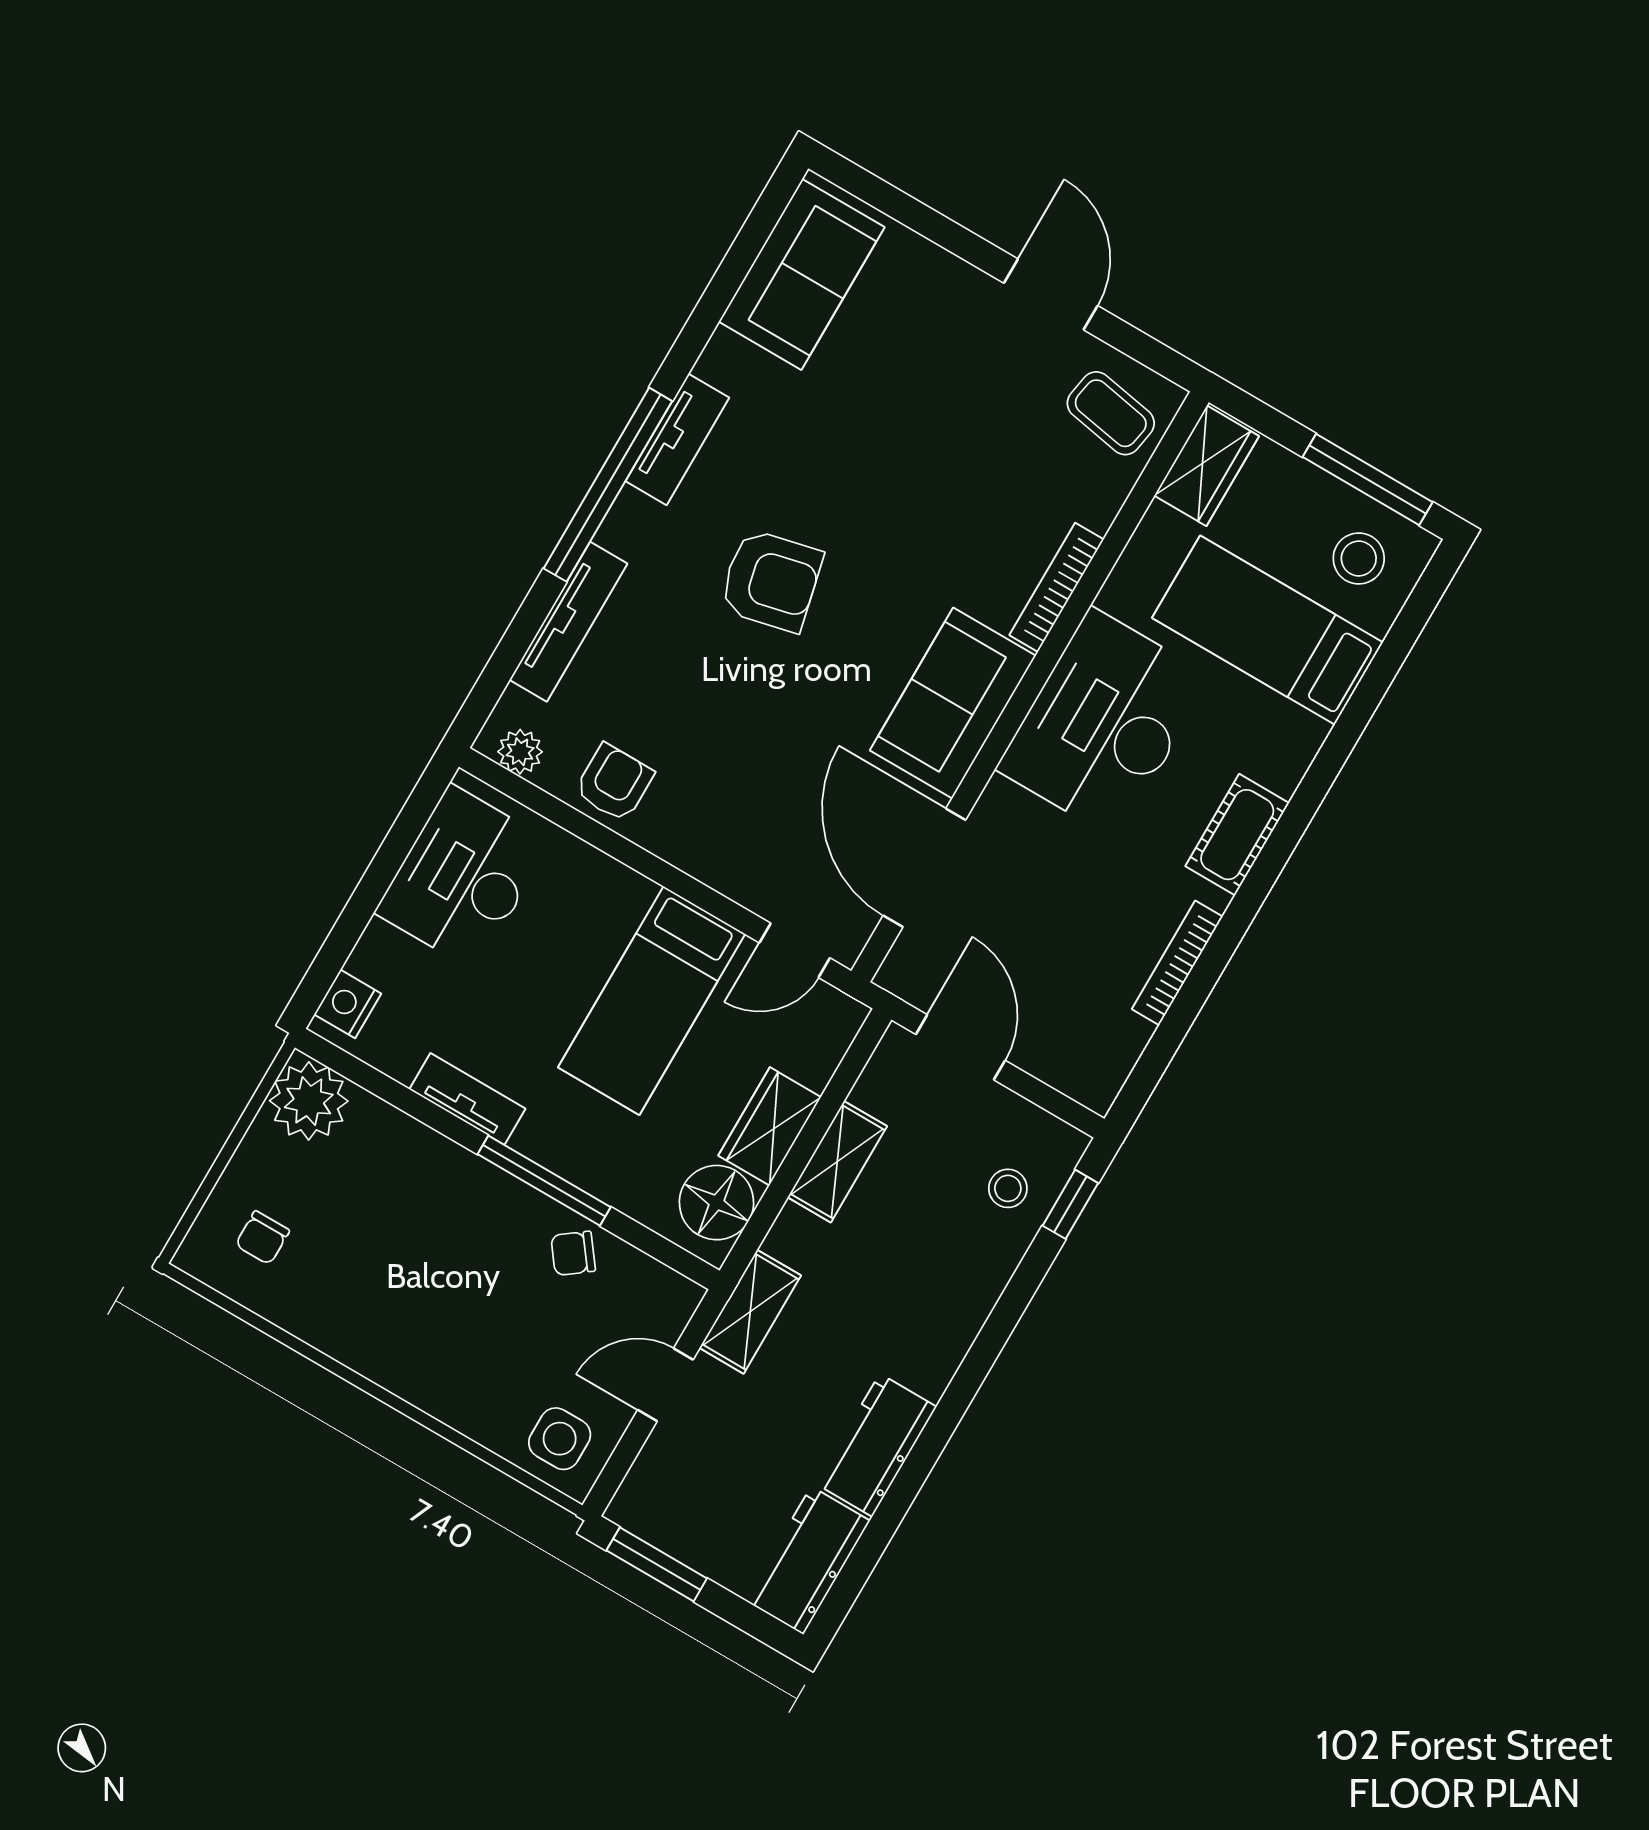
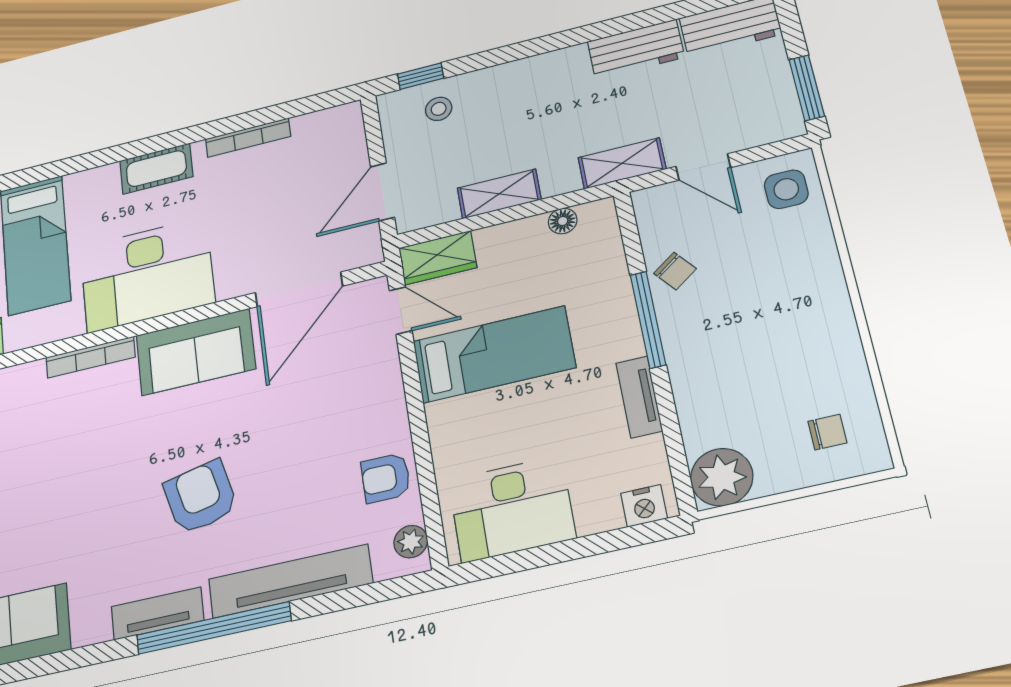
tv unit: (568, 622) -> (290, 581), width x1.36, depth x1.29
wardrobe: (770, 1126) -> (438, 258), moved
floor lamp: (717, 1203) -> (563, 221), width x0.53, depth x0.53

